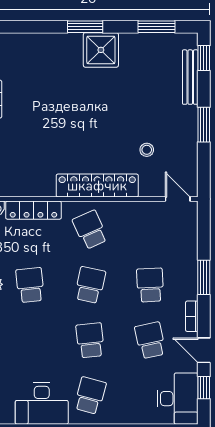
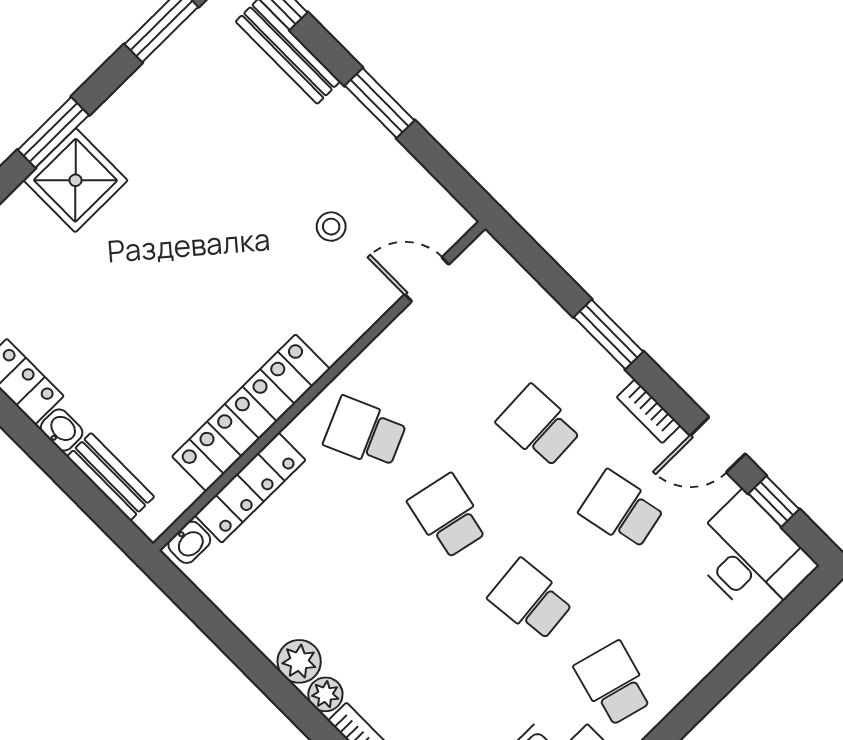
shower: (101, 50) -> (75, 180), moved
locker: (97, 186) -> (251, 413), moved
door: (178, 199) -> (427, 279), moved
school desk: (30, 285) -> (357, 606), removed

